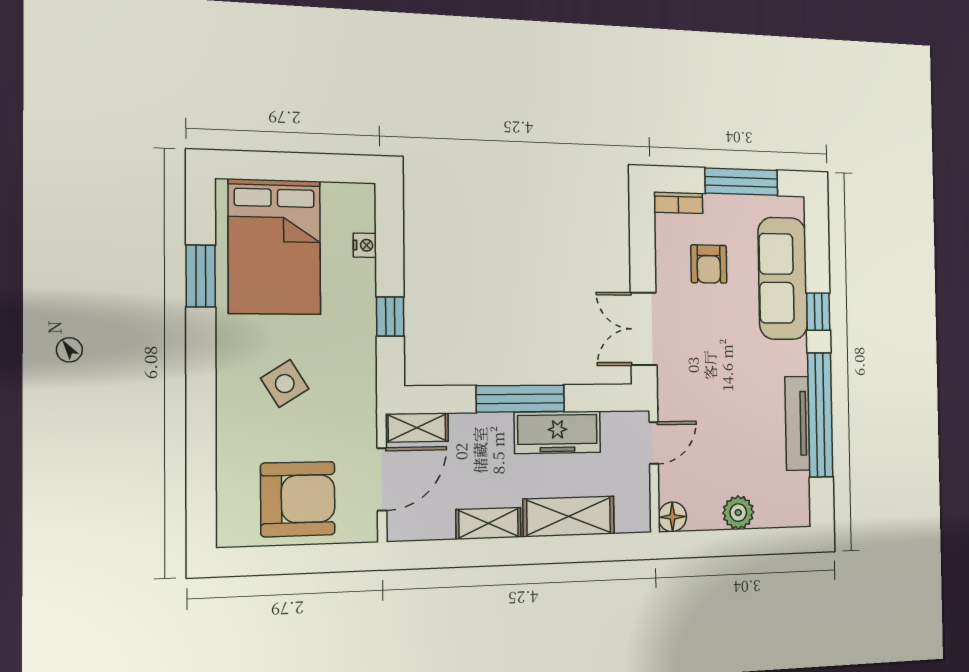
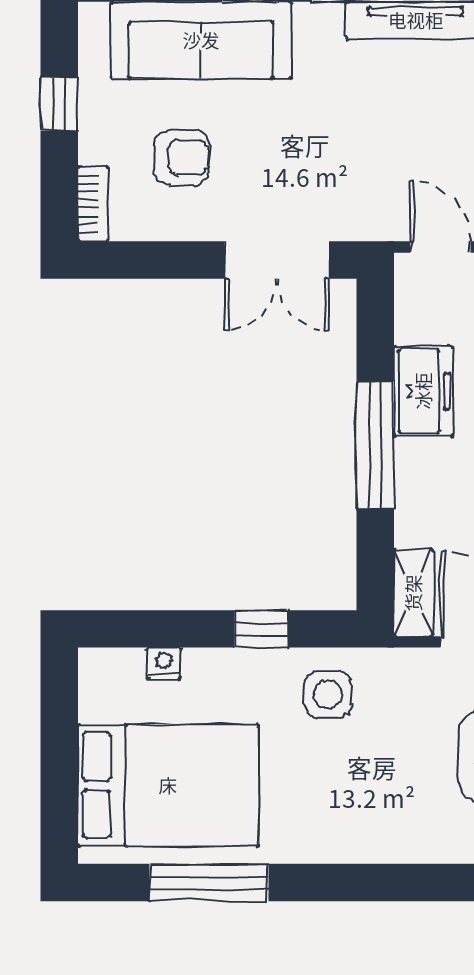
window: (741, 182) -> (59, 104), width x0.46
window: (201, 276) -> (209, 883), width x1.44
side table: (285, 384) -> (328, 694), moved, turned 32
freezer: (557, 432) -> (423, 391), width x0.71

